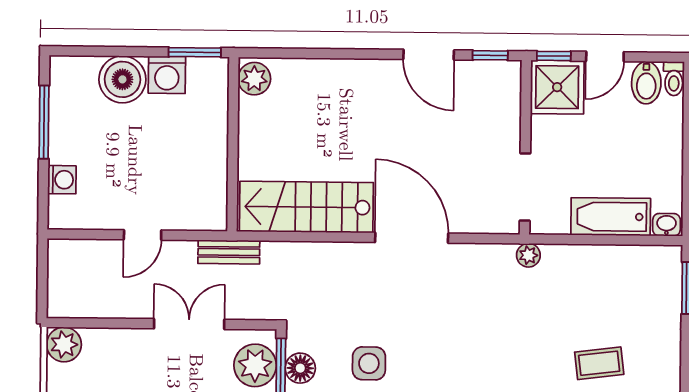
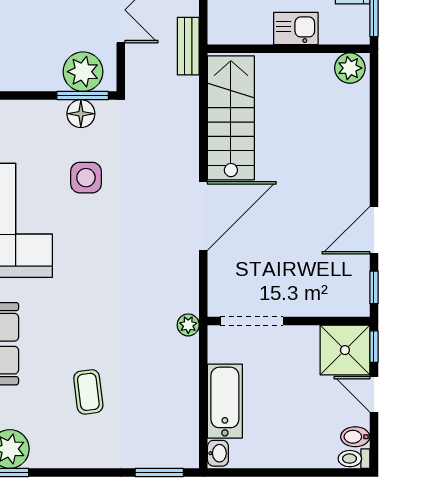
bidet: (646, 83) -> (355, 437), width x0.72, depth x0.74
kitchen sink: (211, 136) -> (296, 29), added

